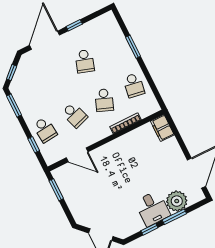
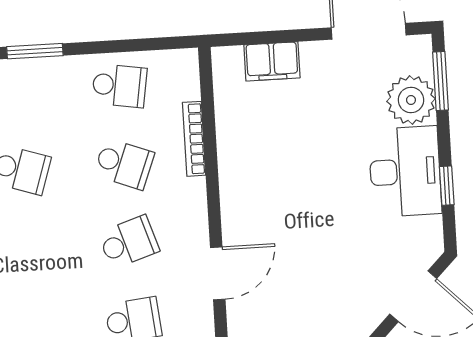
filing cabinet: (162, 128) -> (272, 61), moved
desk: (153, 208) -> (405, 171), width x1.37
window: (174, 217) -> (441, 81), moved

